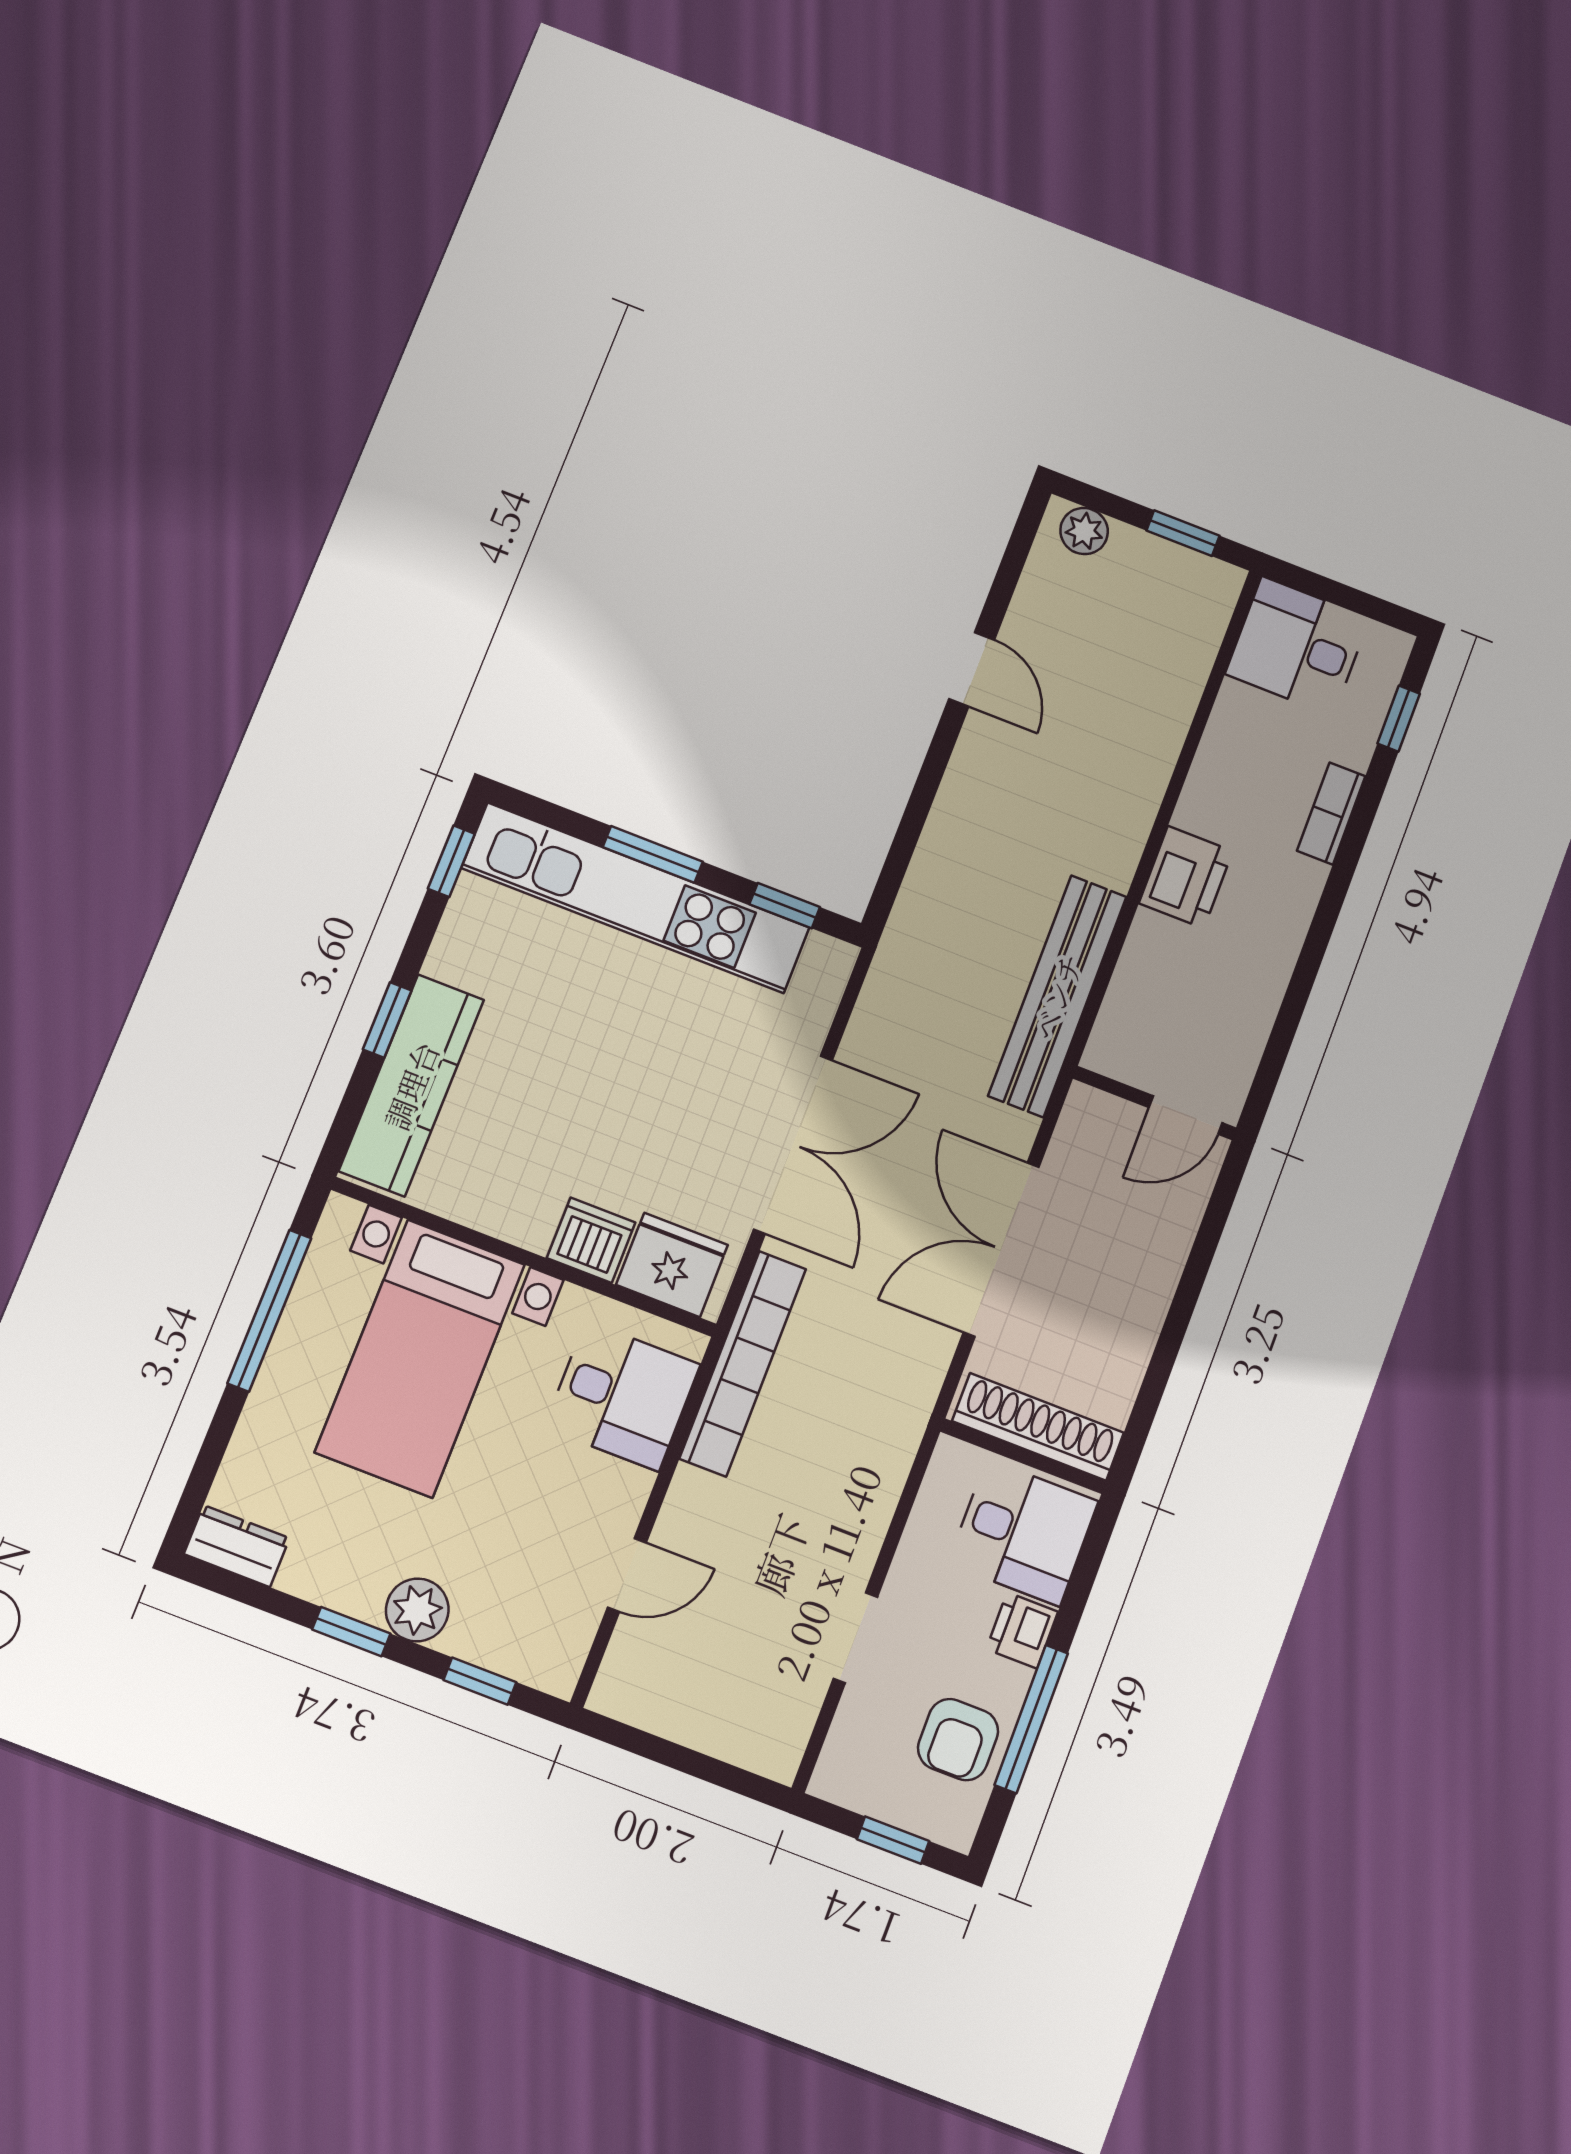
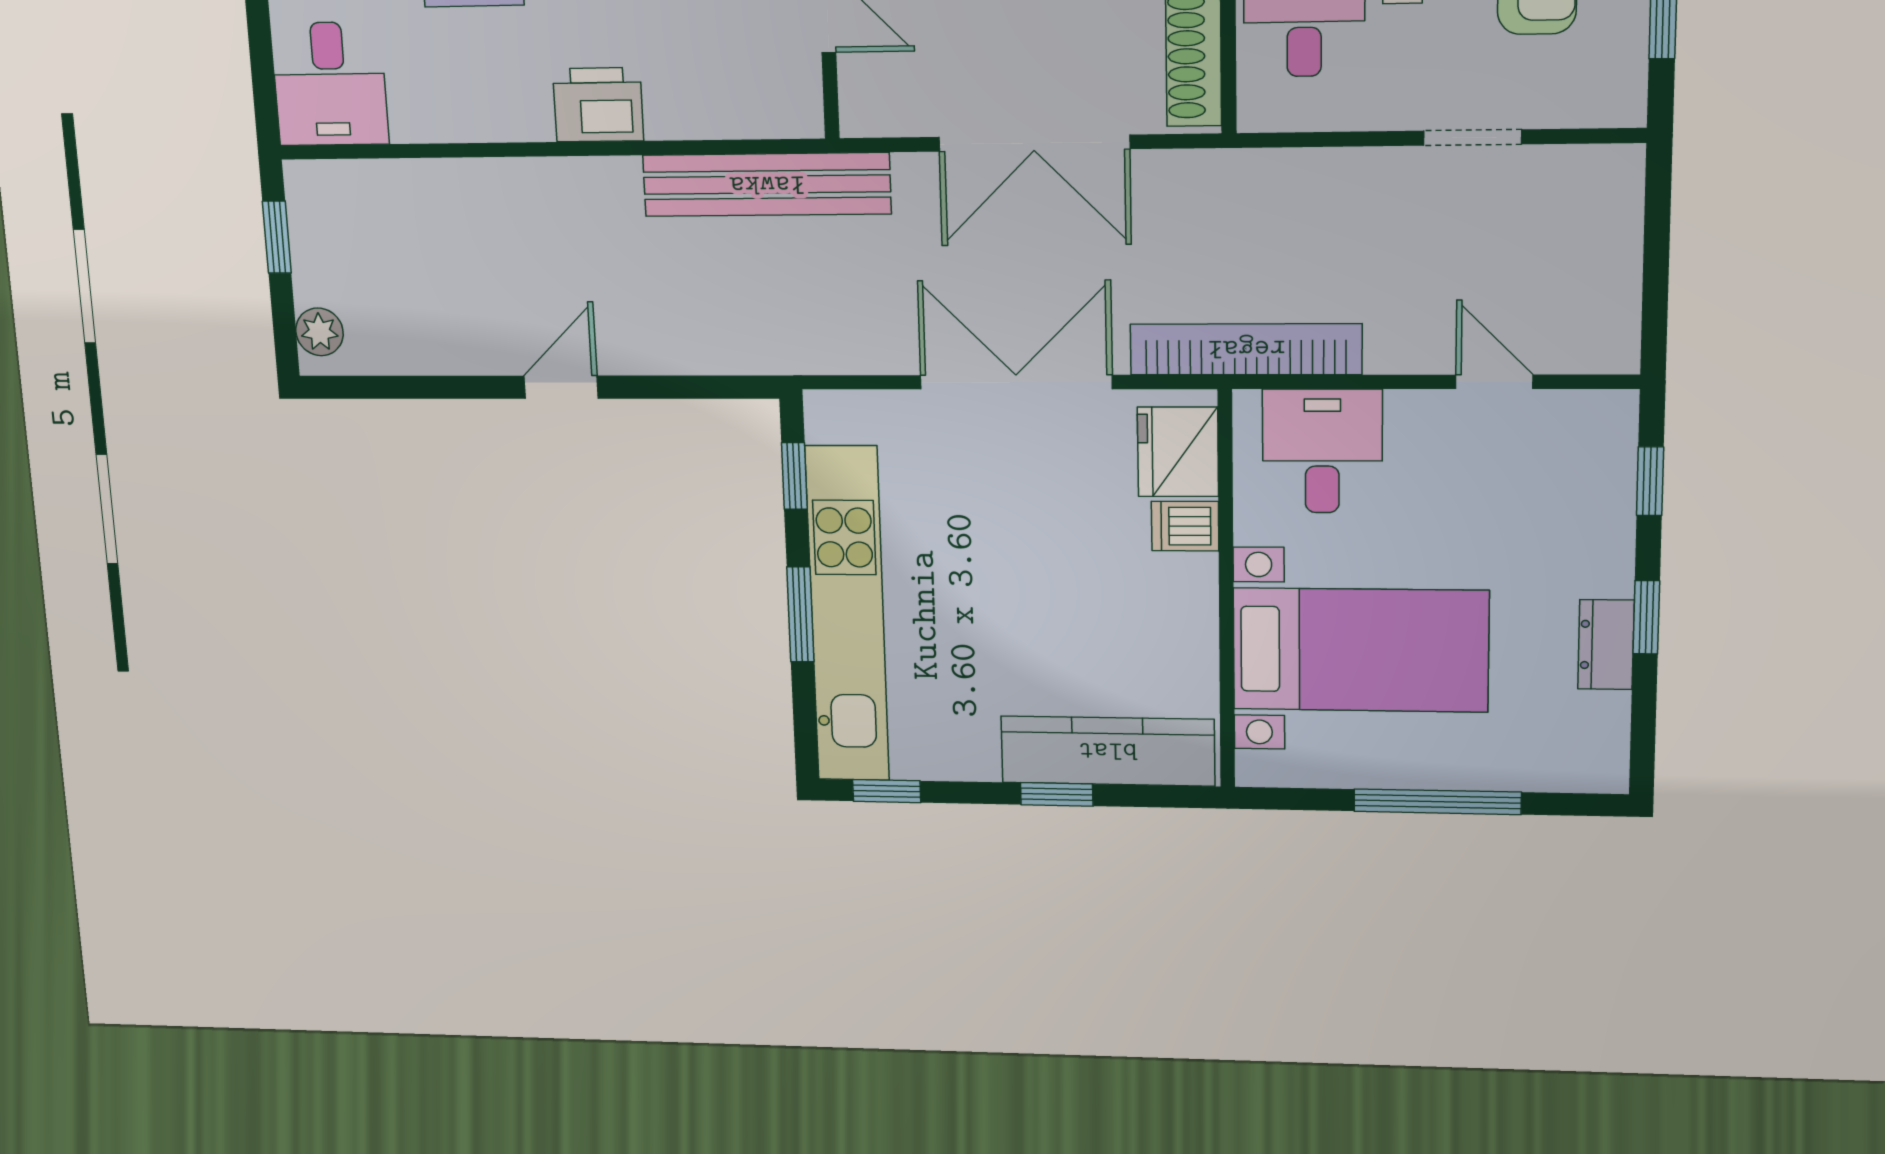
door: (972, 669) -> (561, 387), moved
dishwasher: (591, 1240) -> (1185, 526), width x0.73
window: (269, 1311) -> (1437, 802), moved
dresser: (237, 1546) -> (1606, 645), moved
plant: (417, 1610) -> (1603, 565), removed

